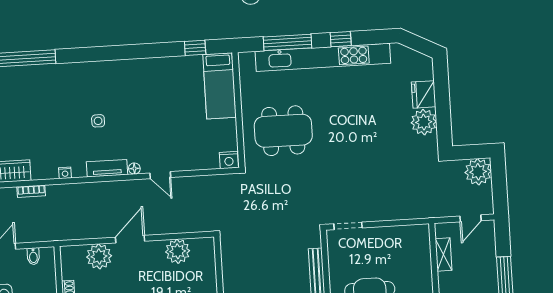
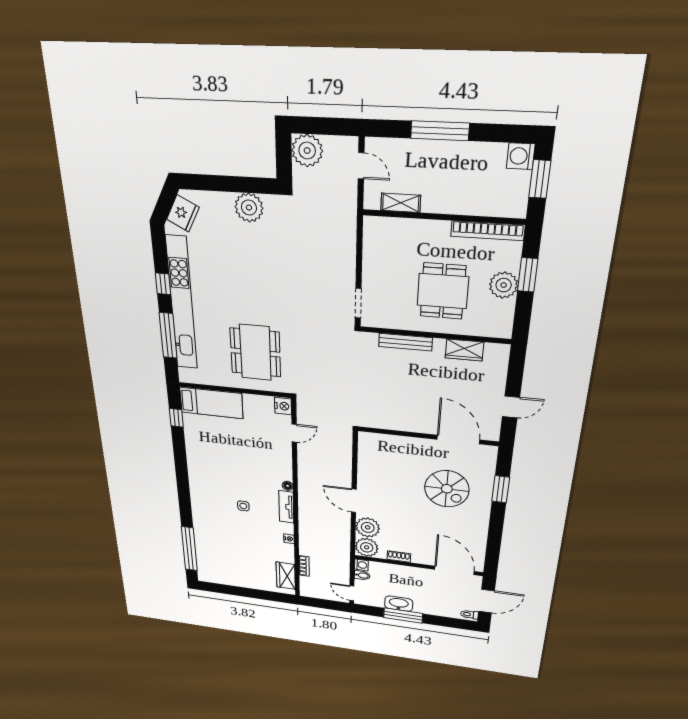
fridge: (424, 94) -> (183, 213), moved, turned -63
door: (160, 175) -> (294, 433), moved
plant: (178, 251) -> (367, 547), moved
washing machine: (48, 254) -> (361, 565), added

